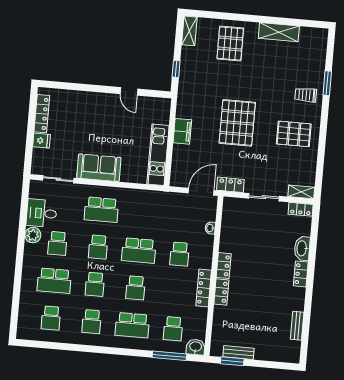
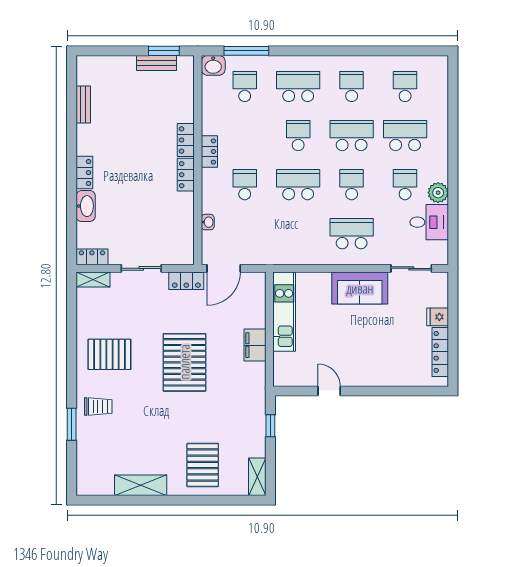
school desk: (95, 284) -> (352, 136), width x1.85
locker: (204, 288) -> (209, 152), width x0.66

